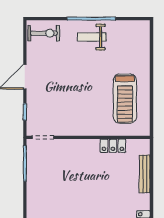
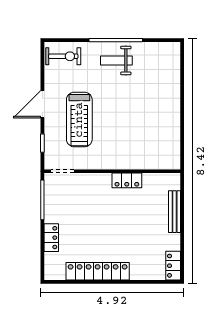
treadmill: (125, 99) -> (79, 120), moved
locker: (113, 146) -> (127, 180), moved
locker: (33, 198) -> (51, 238), added

